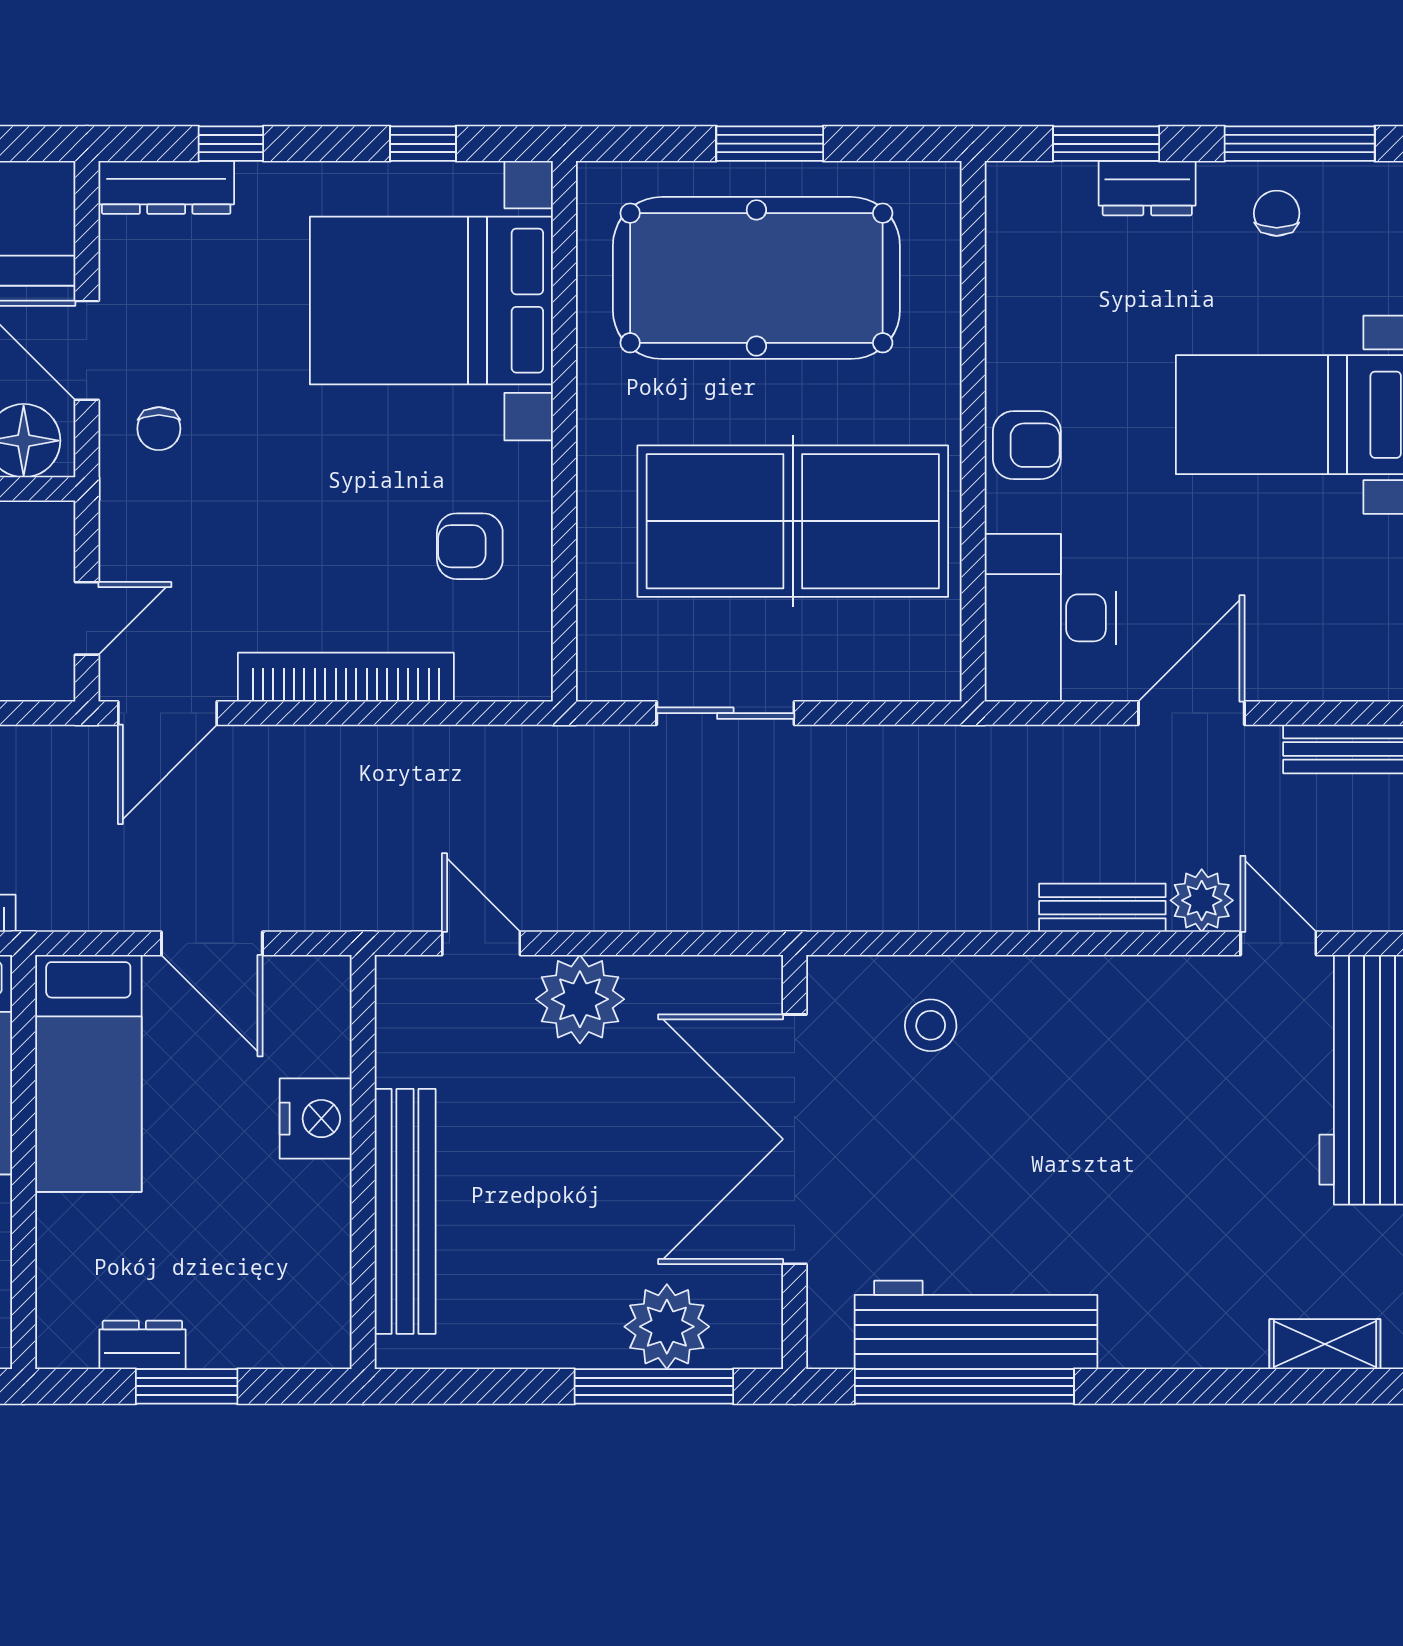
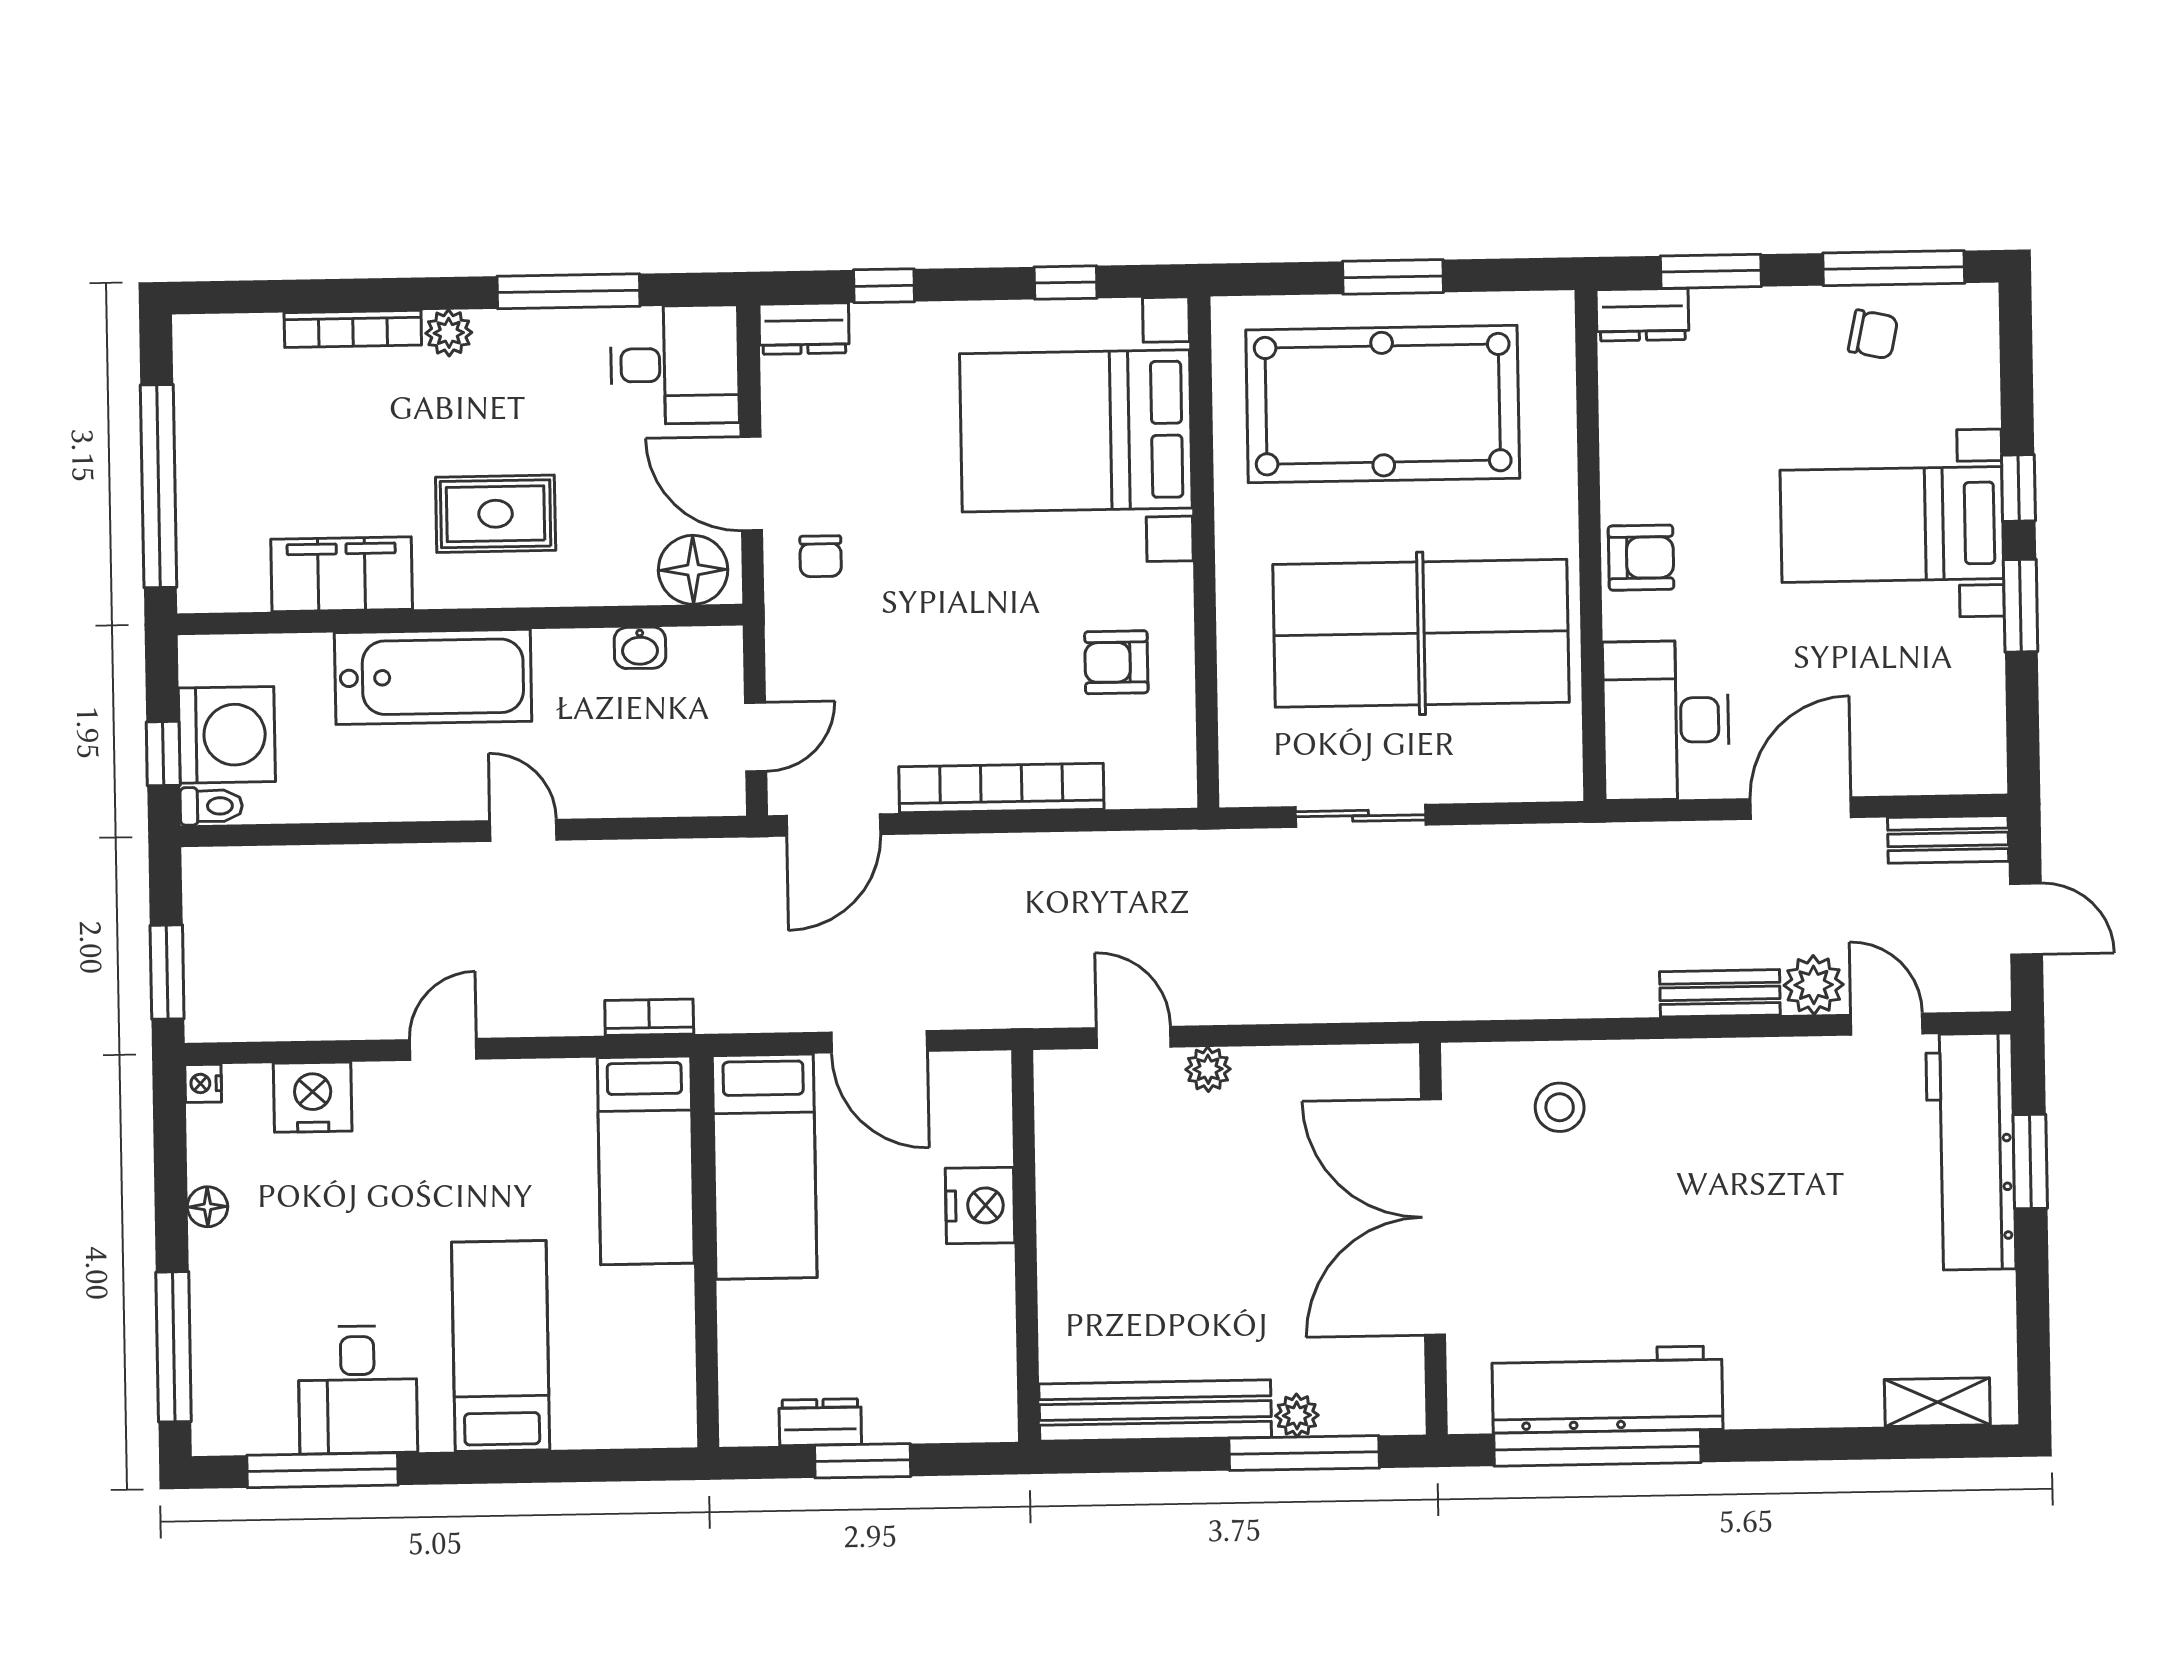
dresser: (166, 187) -> (804, 329), width x0.70
dresser: (1147, 188) -> (1643, 315), moved
chair: (1277, 213) -> (1873, 334), turned 102
plant: (580, 999) -> (1208, 1069), width x0.53, depth x0.53
bench: (405, 1211) -> (1155, 1411), moved, turned 90
plant: (667, 1327) -> (1297, 1415), width x0.53, depth x0.53

